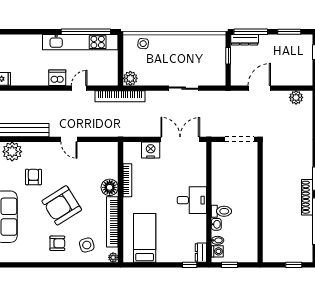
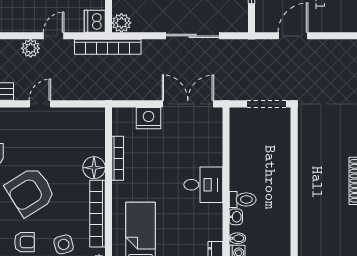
dishwasher: (57, 78) -> (95, 21), moved, turned -90
sliding door: (184, 88) -> (193, 36), width x1.37
plant: (296, 97) -> (31, 48), moved
door: (69, 139) -> (40, 104), swing flipped

